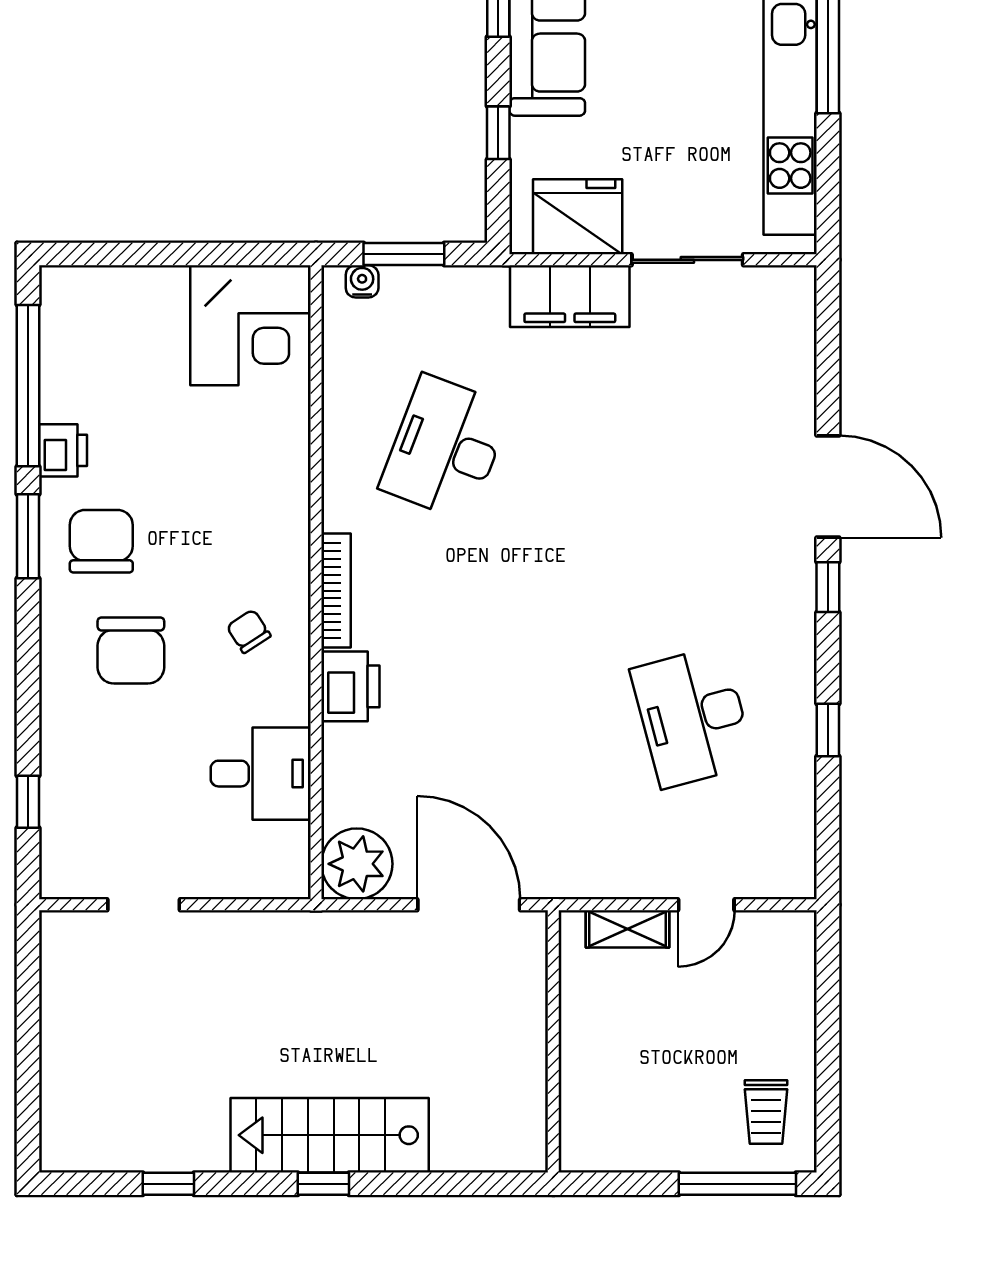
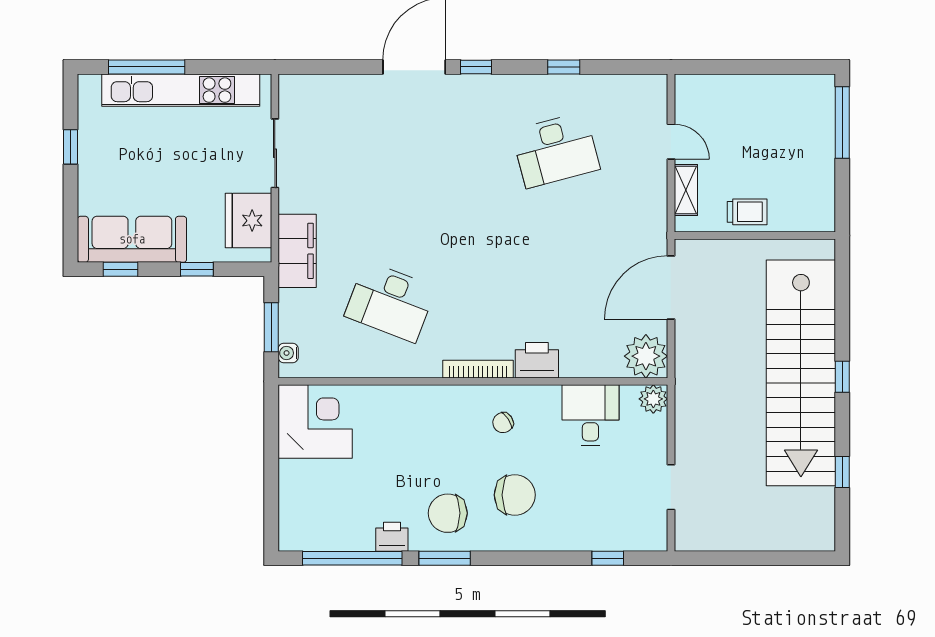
filing cabinet: (570, 296) -> (297, 251), moved
plant: (287, 876) -> (653, 399), added
trolley: (766, 1112) -> (747, 212), moved
stairs: (330, 1135) -> (801, 373), width x1.86, depth x1.51

